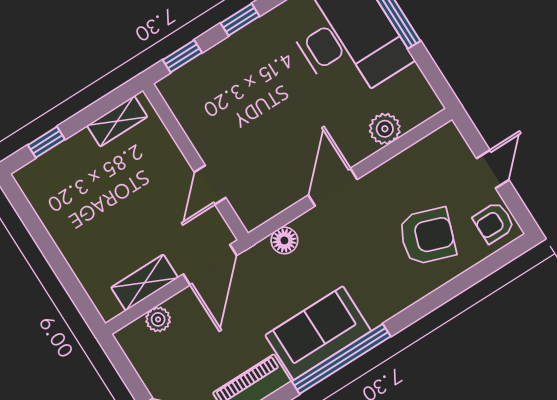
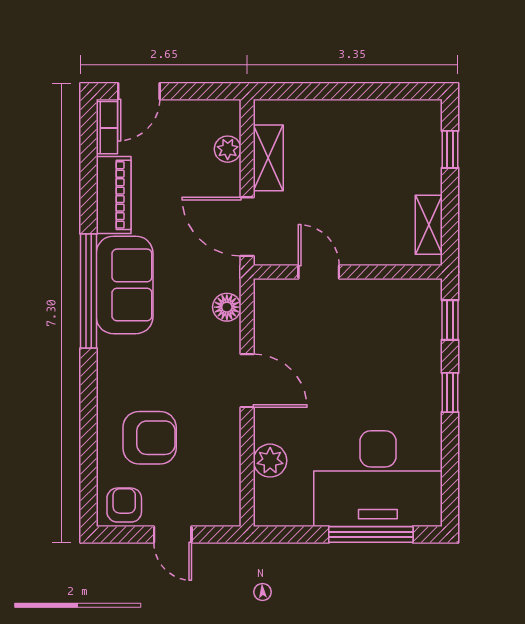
armchair: (427, 236) -> (150, 438), turned -109

